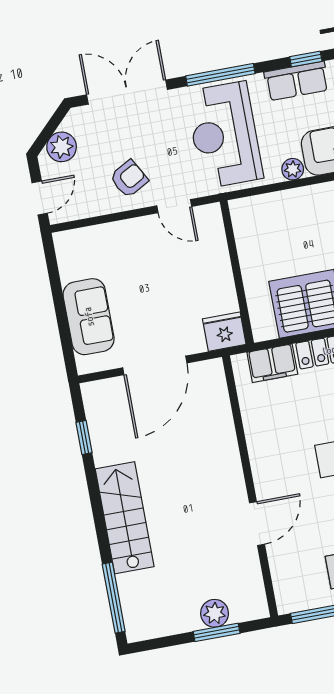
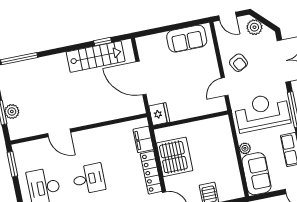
sofa: (89, 317) -> (187, 39), moved
stairs: (125, 518) -> (96, 57), moved

